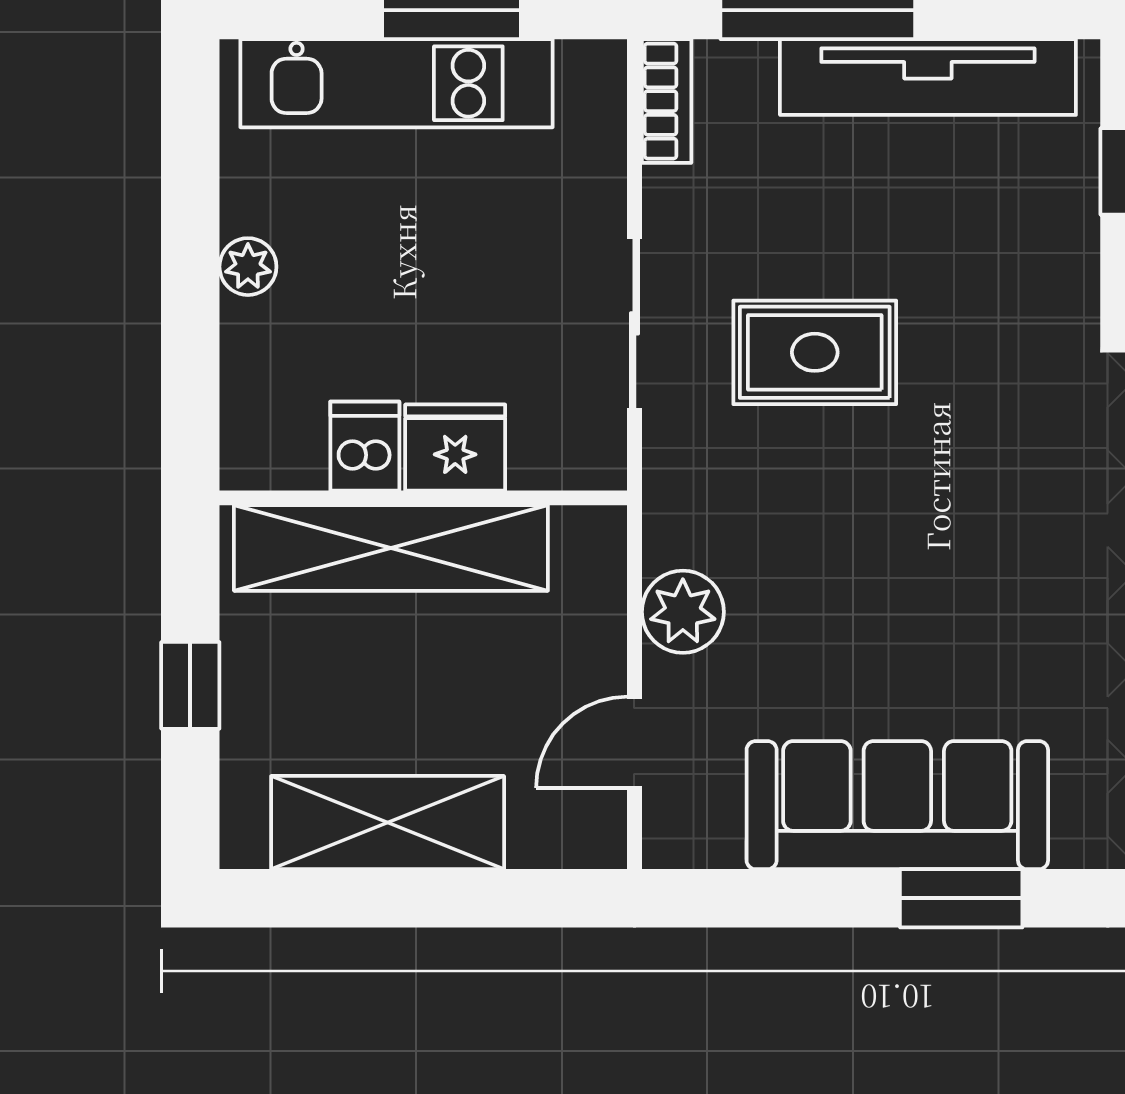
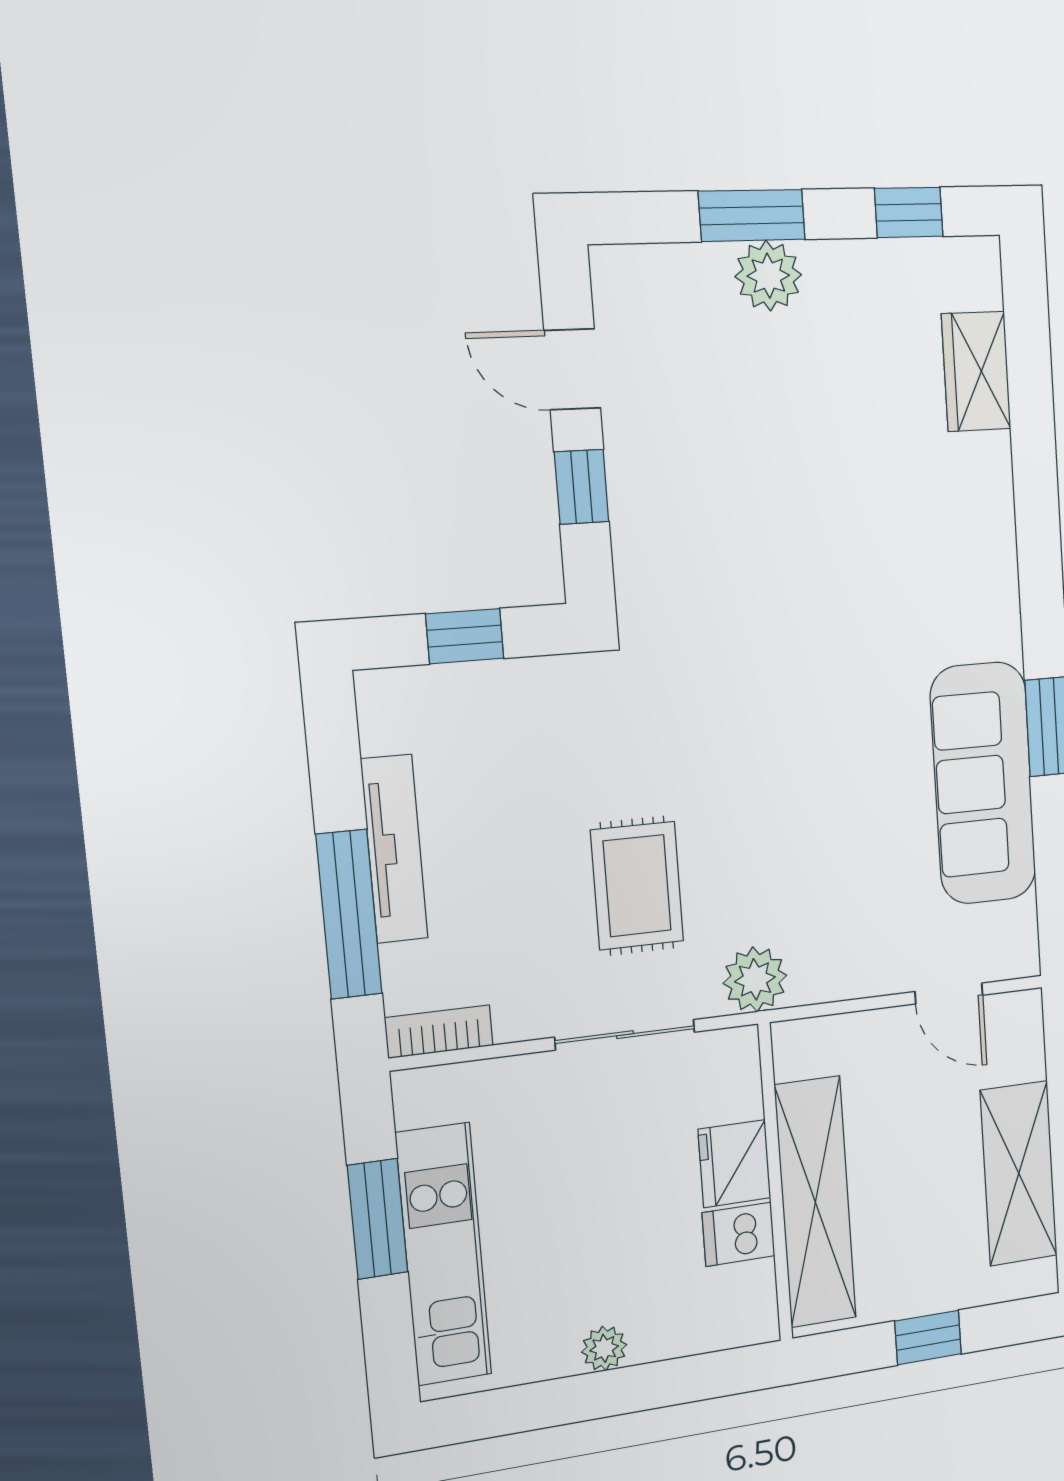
tv unit: (928, 77) -> (394, 849), width x0.73, depth x0.78
plant: (683, 612) -> (755, 979), moved

